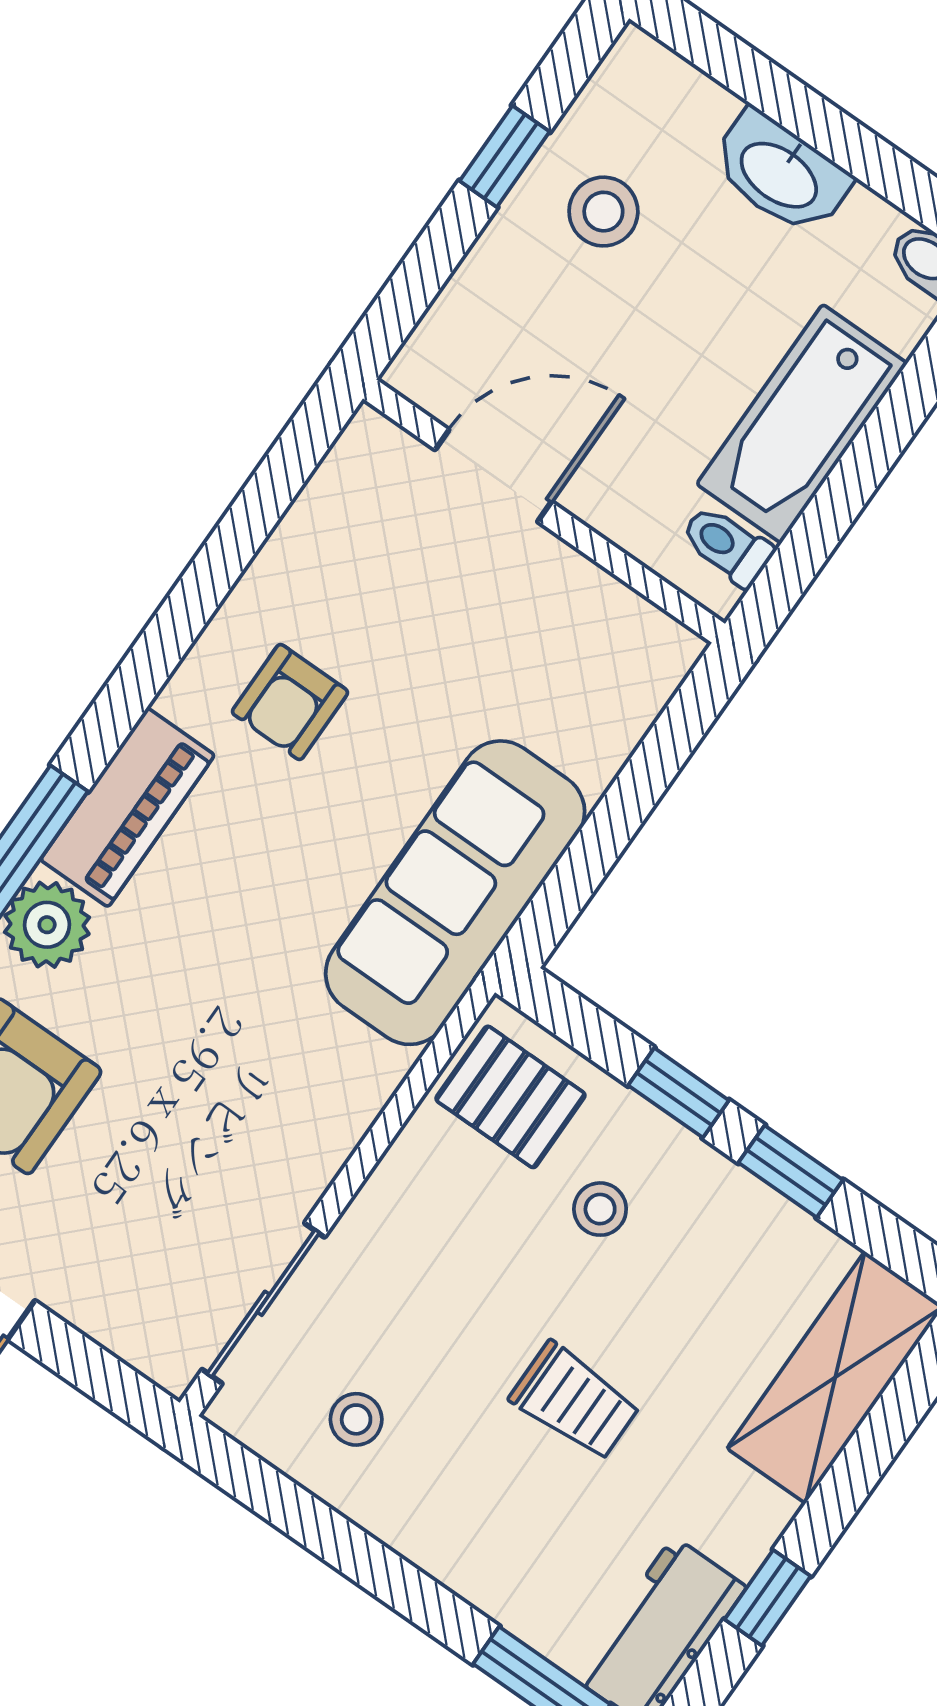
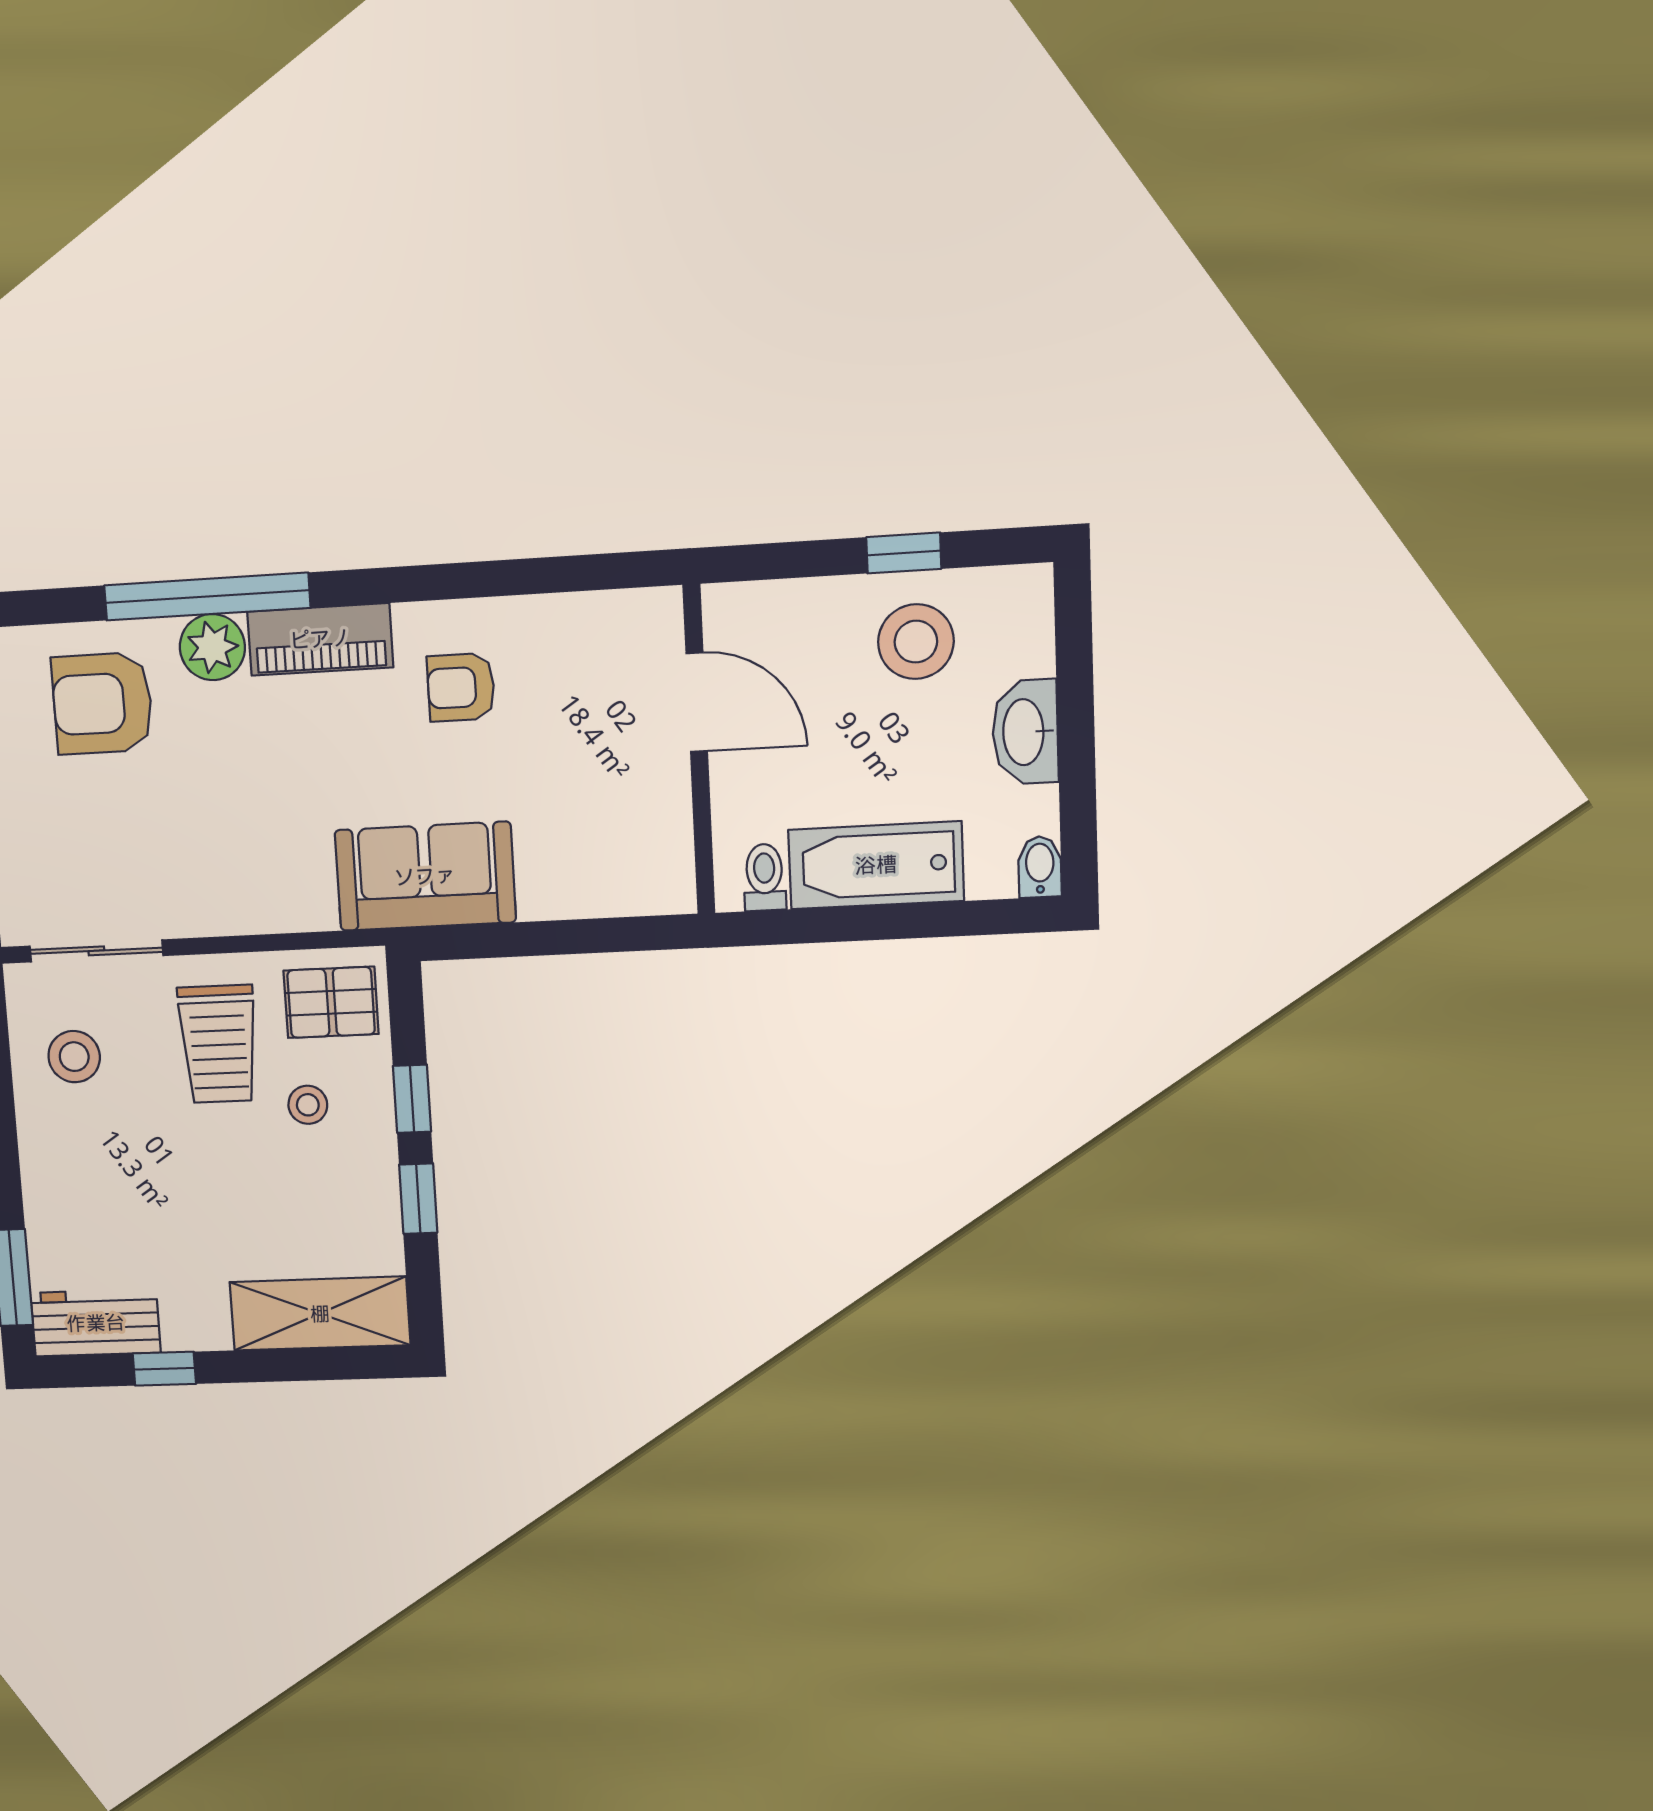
stool: (603, 212) -> (916, 642), width x1.38, depth x1.38
sofa: (455, 893) -> (425, 876), width x0.73
pallet: (510, 1097) -> (331, 1002), turned 90
trolley: (575, 1401) -> (219, 1044), moved, width x1.36, depth x1.39
stool: (356, 1419) -> (74, 1057), width x1.37, depth x1.37

